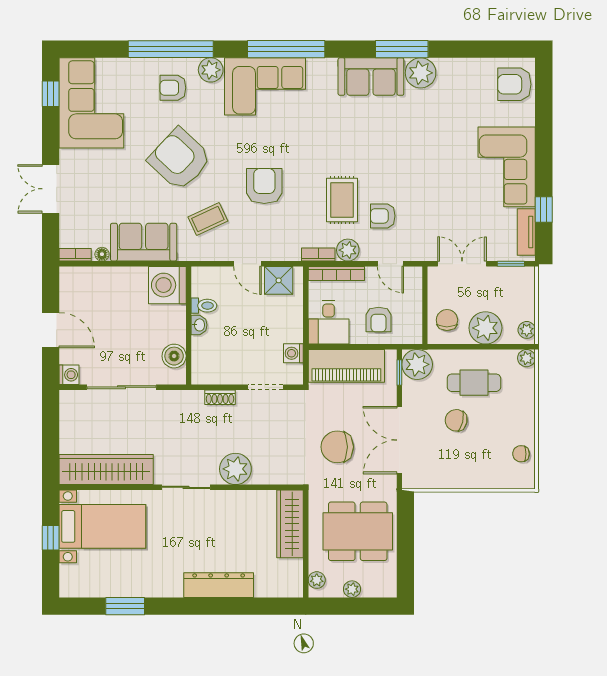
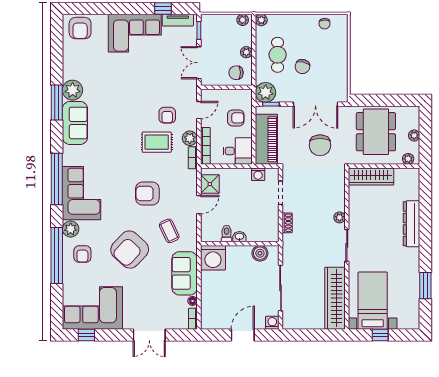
plant: (485, 328) -> (246, 52), width x0.53, depth x0.53
plant: (235, 469) -> (340, 217), width x0.53, depth x0.53

